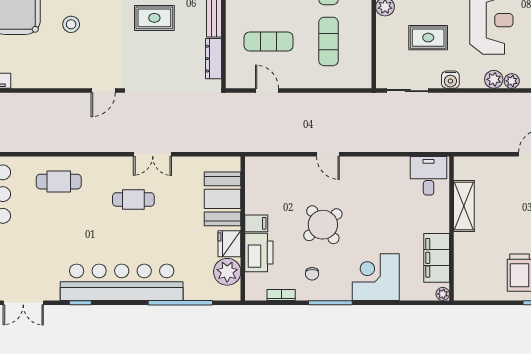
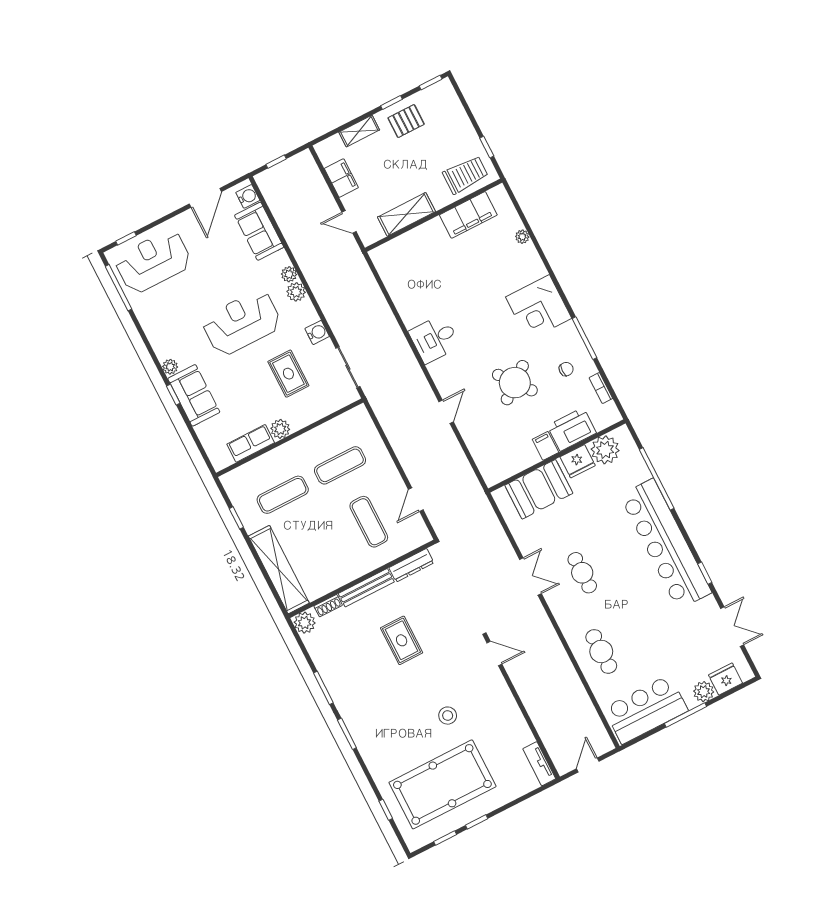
desk: (429, 176) -> (434, 339), moved
shelving: (464, 206) -> (406, 214), moved
wall: (451, 228) -> (434, 215), moved
filing cabinet: (437, 258) -> (468, 215), moved

